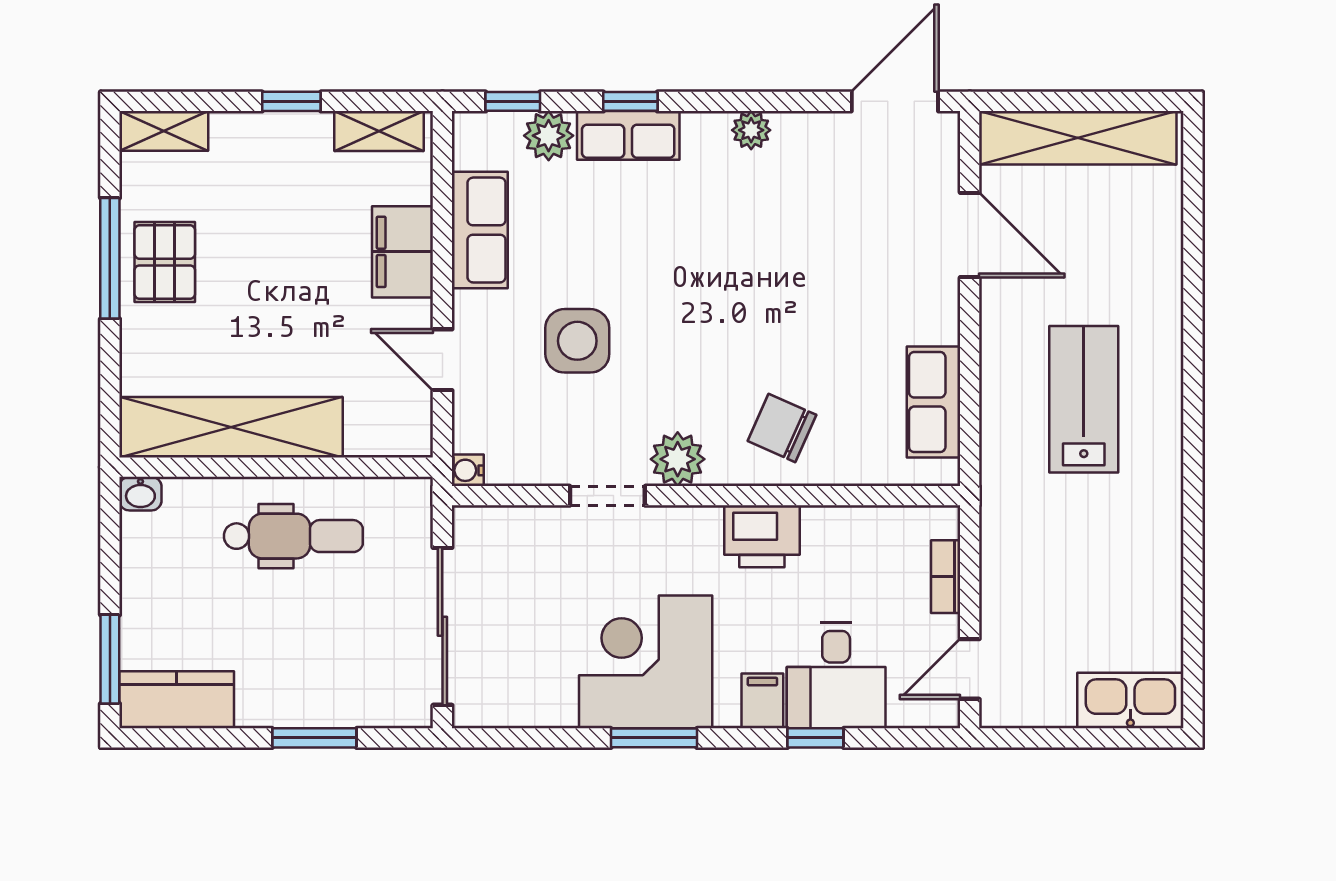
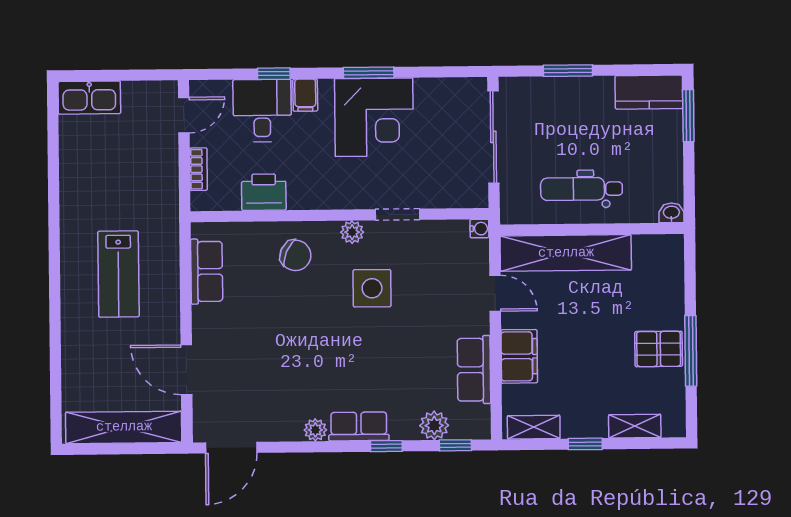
shelving: (164, 131) -> (635, 426), moved
row of seats: (628, 135) -> (359, 426), moved
pallet: (165, 262) -> (659, 349), turned 90
side table: (577, 341) -> (372, 288), moved
shelving: (231, 427) -> (566, 253), moved
plant: (678, 459) -> (352, 232), width x0.73, depth x0.73
printer: (762, 536) -> (264, 192), moved

